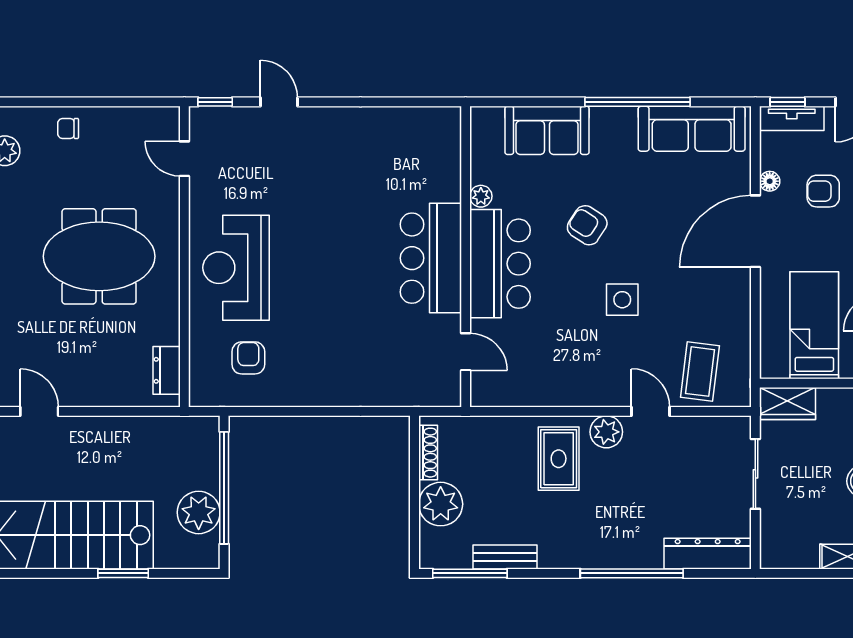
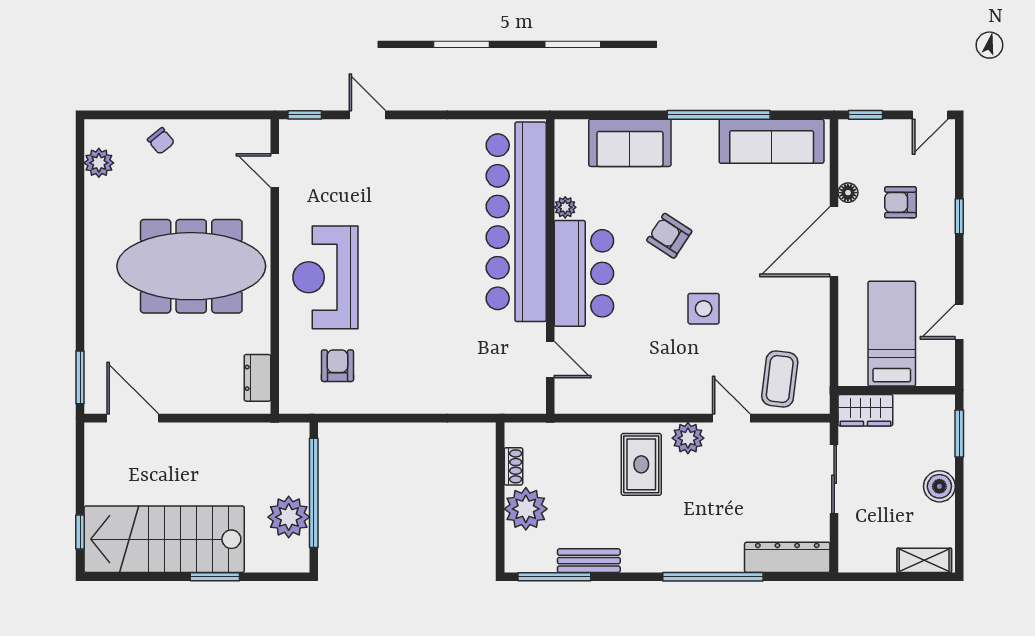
tv unit: (792, 118) -> (870, 131), removed
chair: (68, 128) -> (161, 141), turned -129
meeting table: (99, 256) -> (191, 266), width x1.36
bar counter: (431, 258) -> (516, 222), width x1.86
door: (39, 411) -> (133, 418), width x1.38
shoe rack: (428, 453) -> (513, 466), width x0.70

